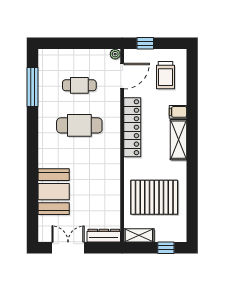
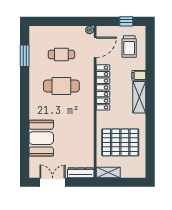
window: (145, 43) -> (126, 21), moved
window: (33, 87) -> (25, 56), width x0.69
window: (166, 248) -> (129, 182), removed

